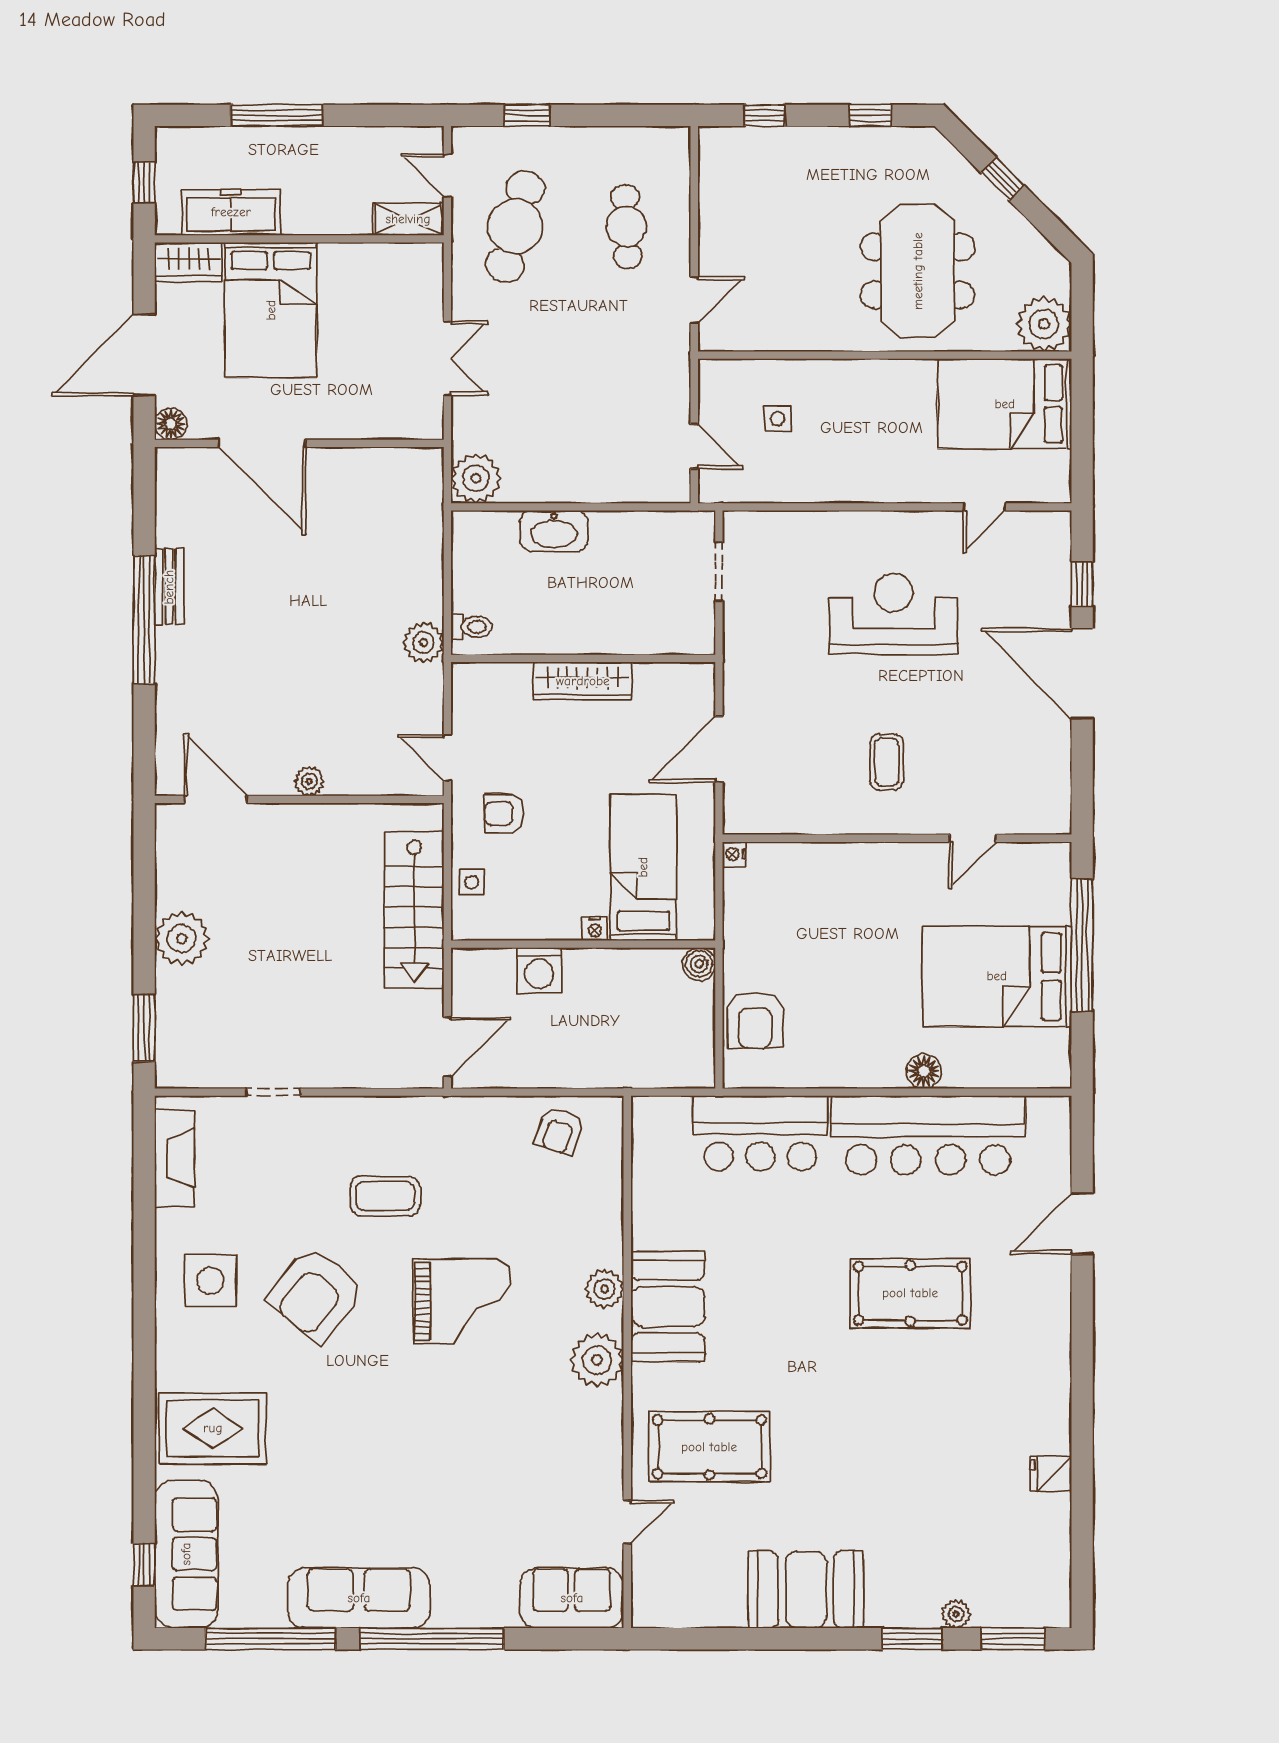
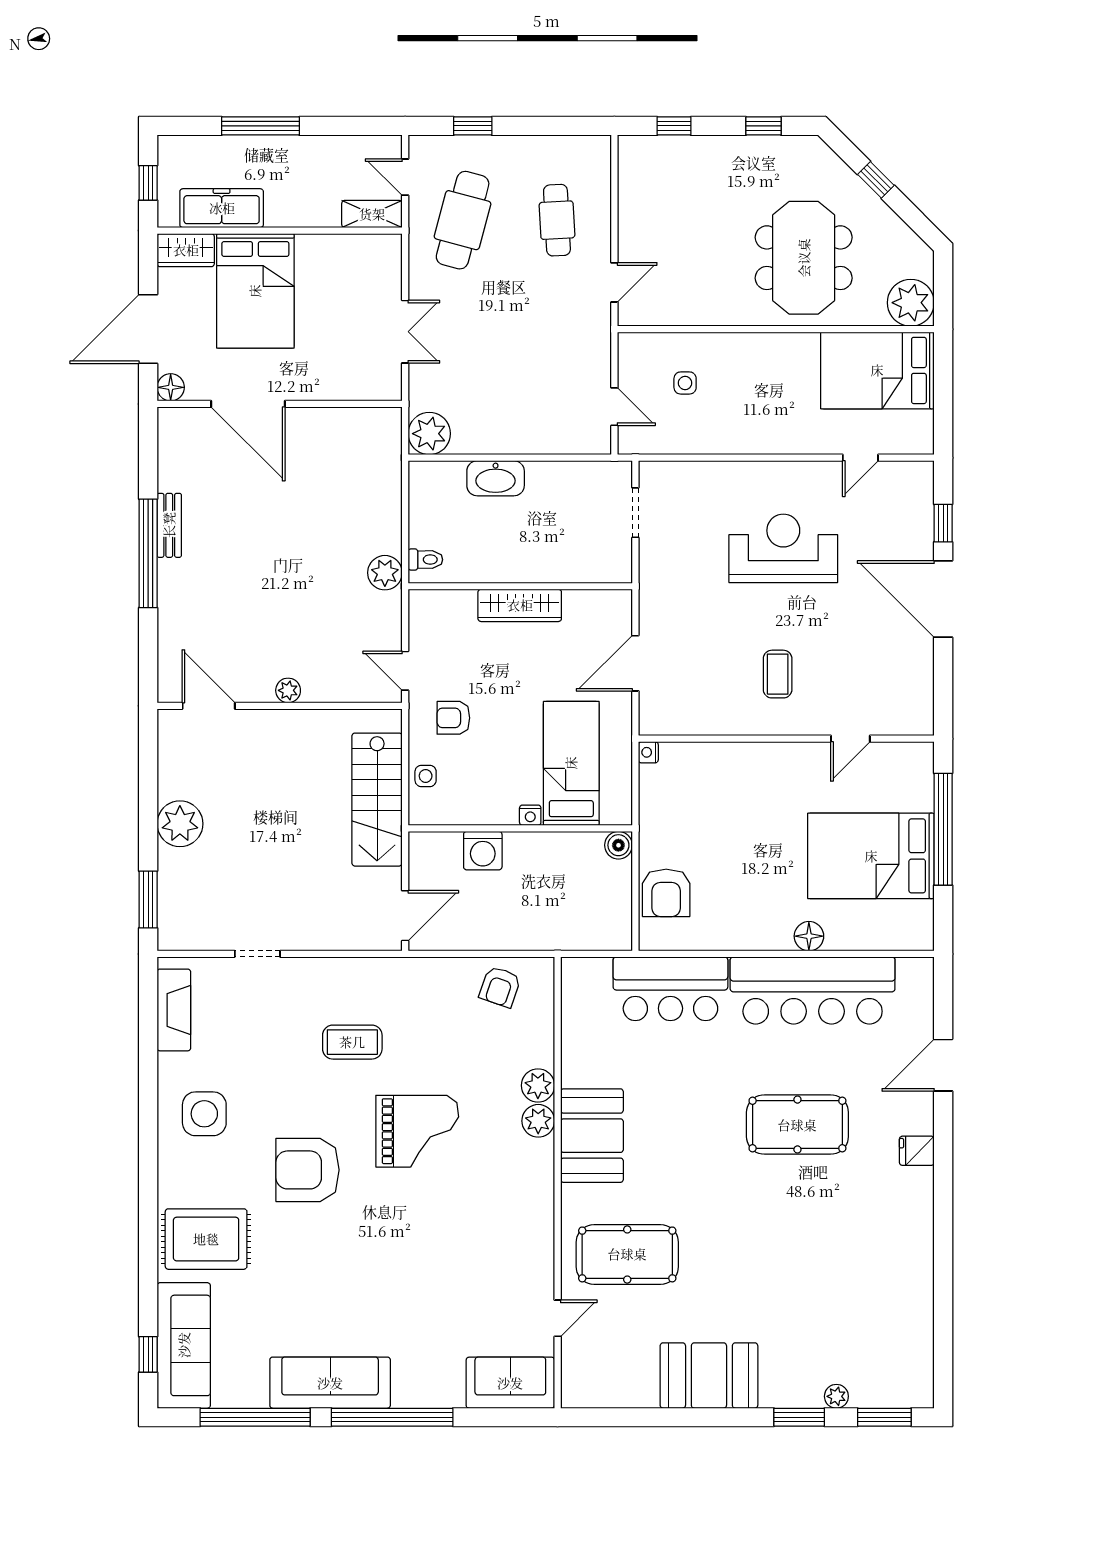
armchair: (316, 1294) -> (308, 1170), moved, turned 51
plant: (597, 1360) -> (538, 1085), moved, width x0.73, depth x0.73
fridge: (1051, 1473) -> (917, 1151), moved

